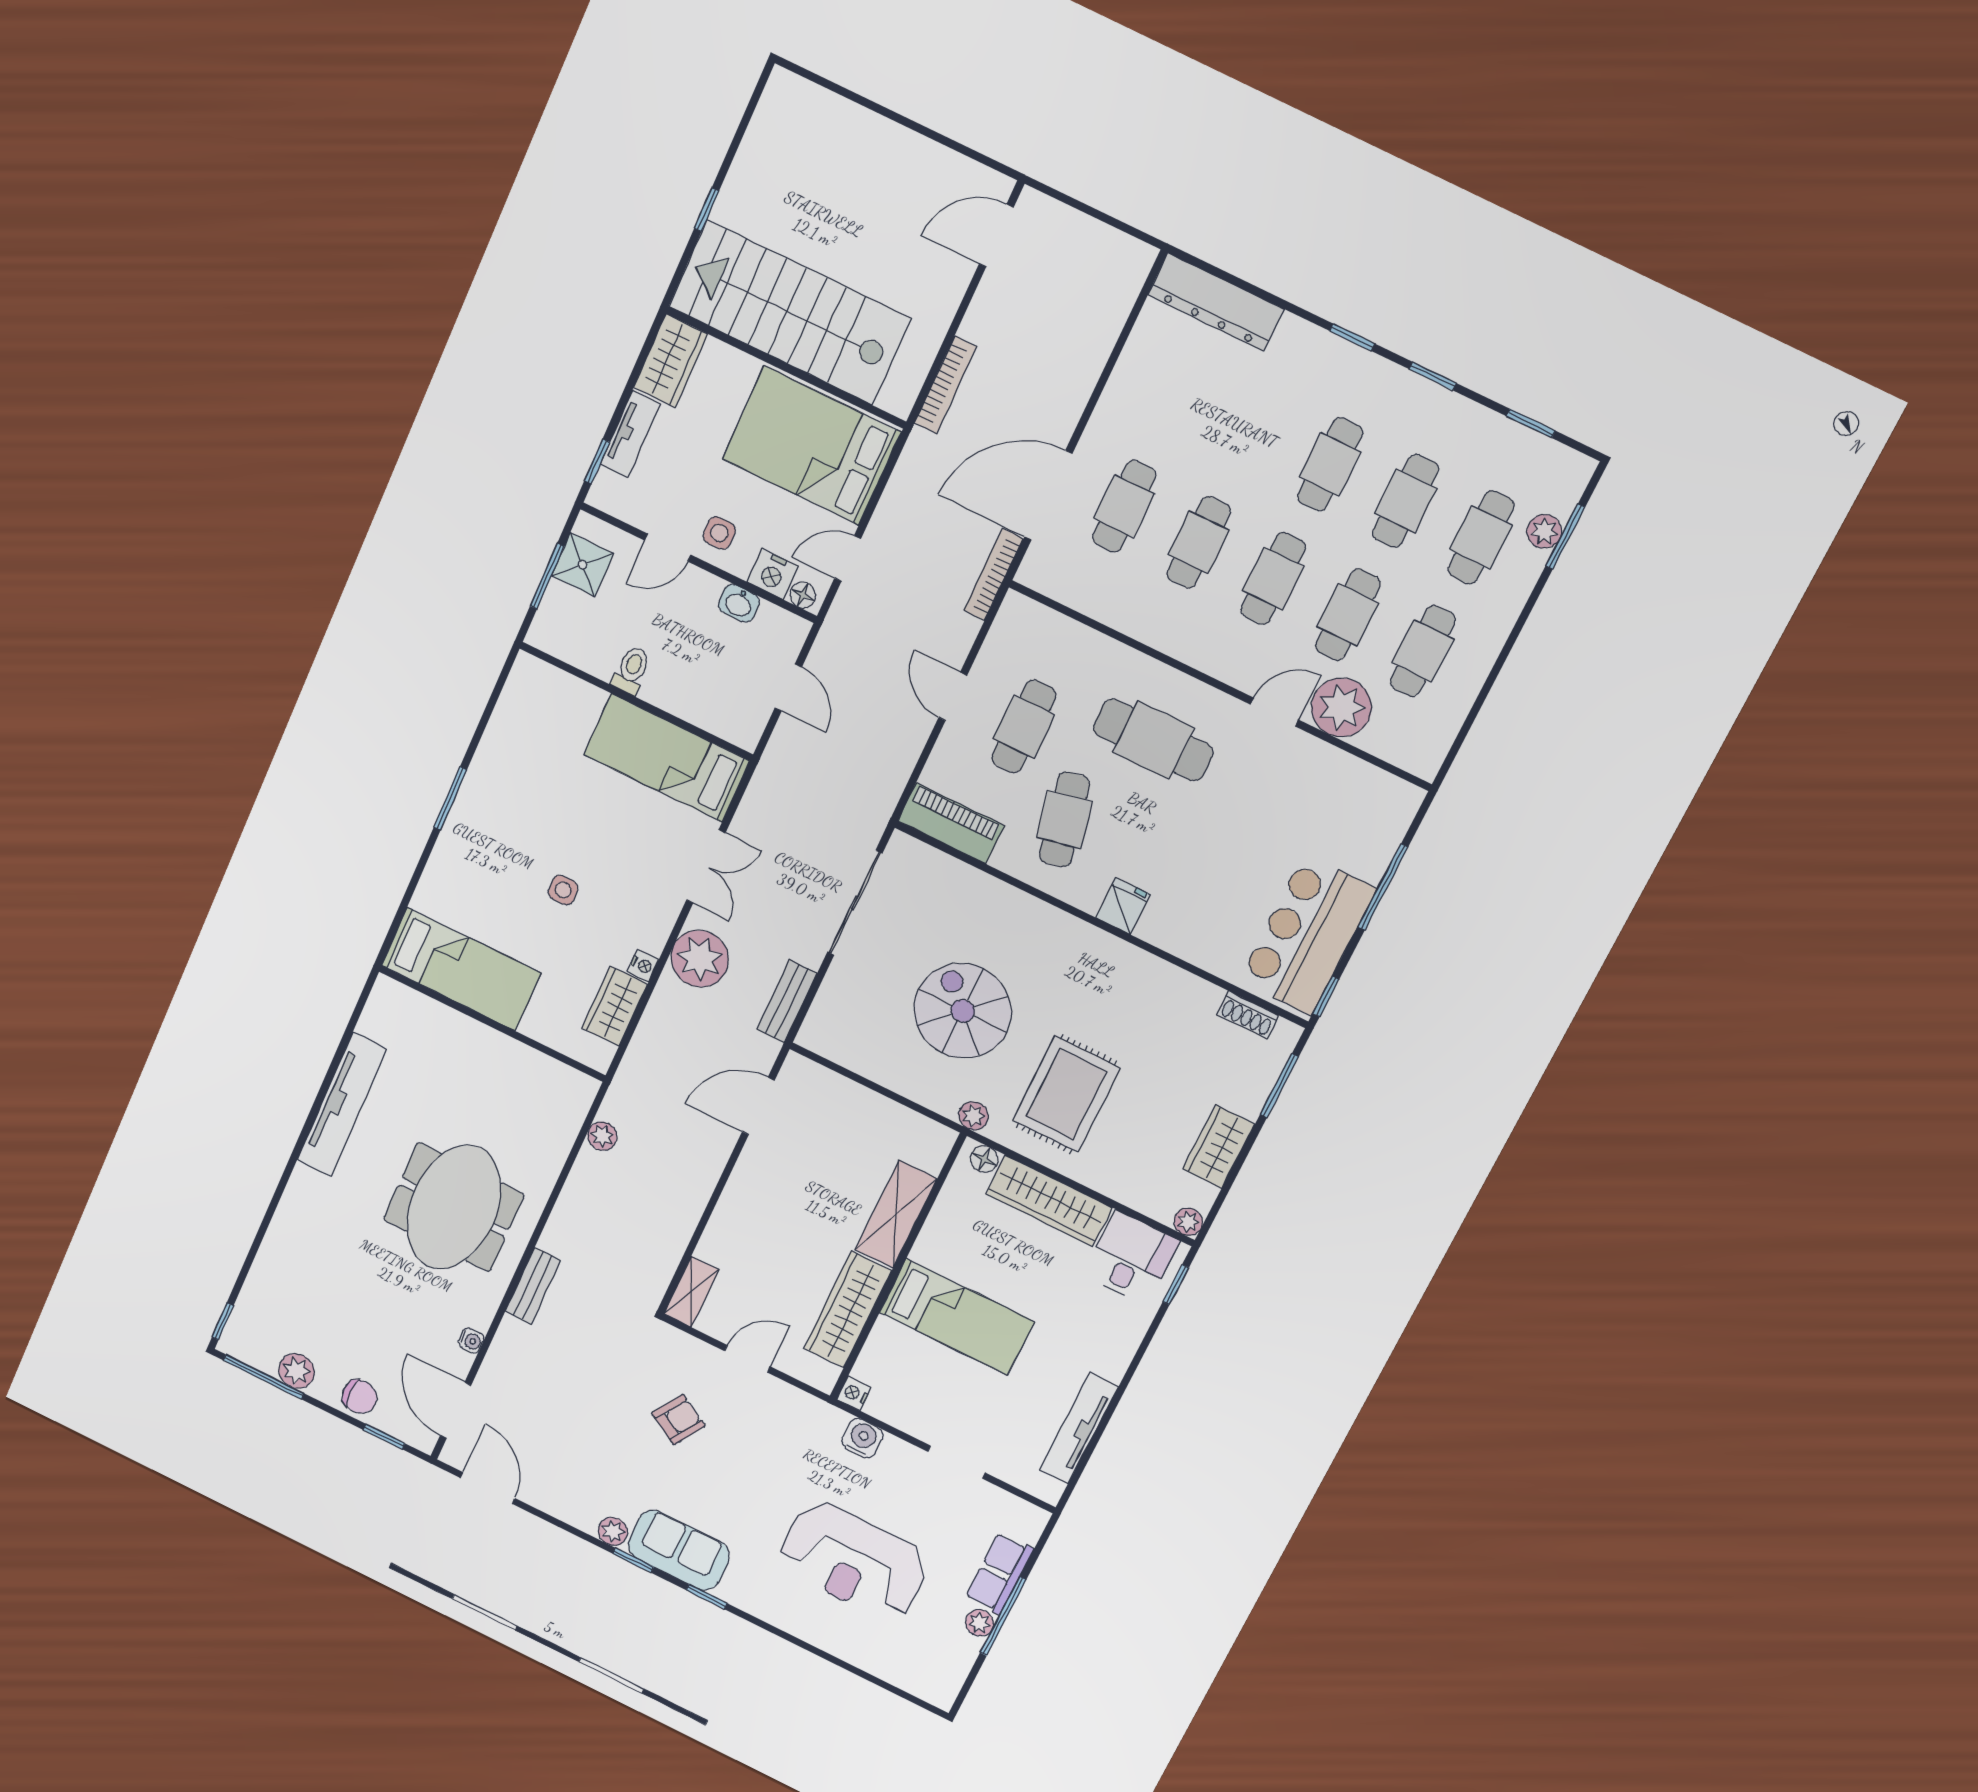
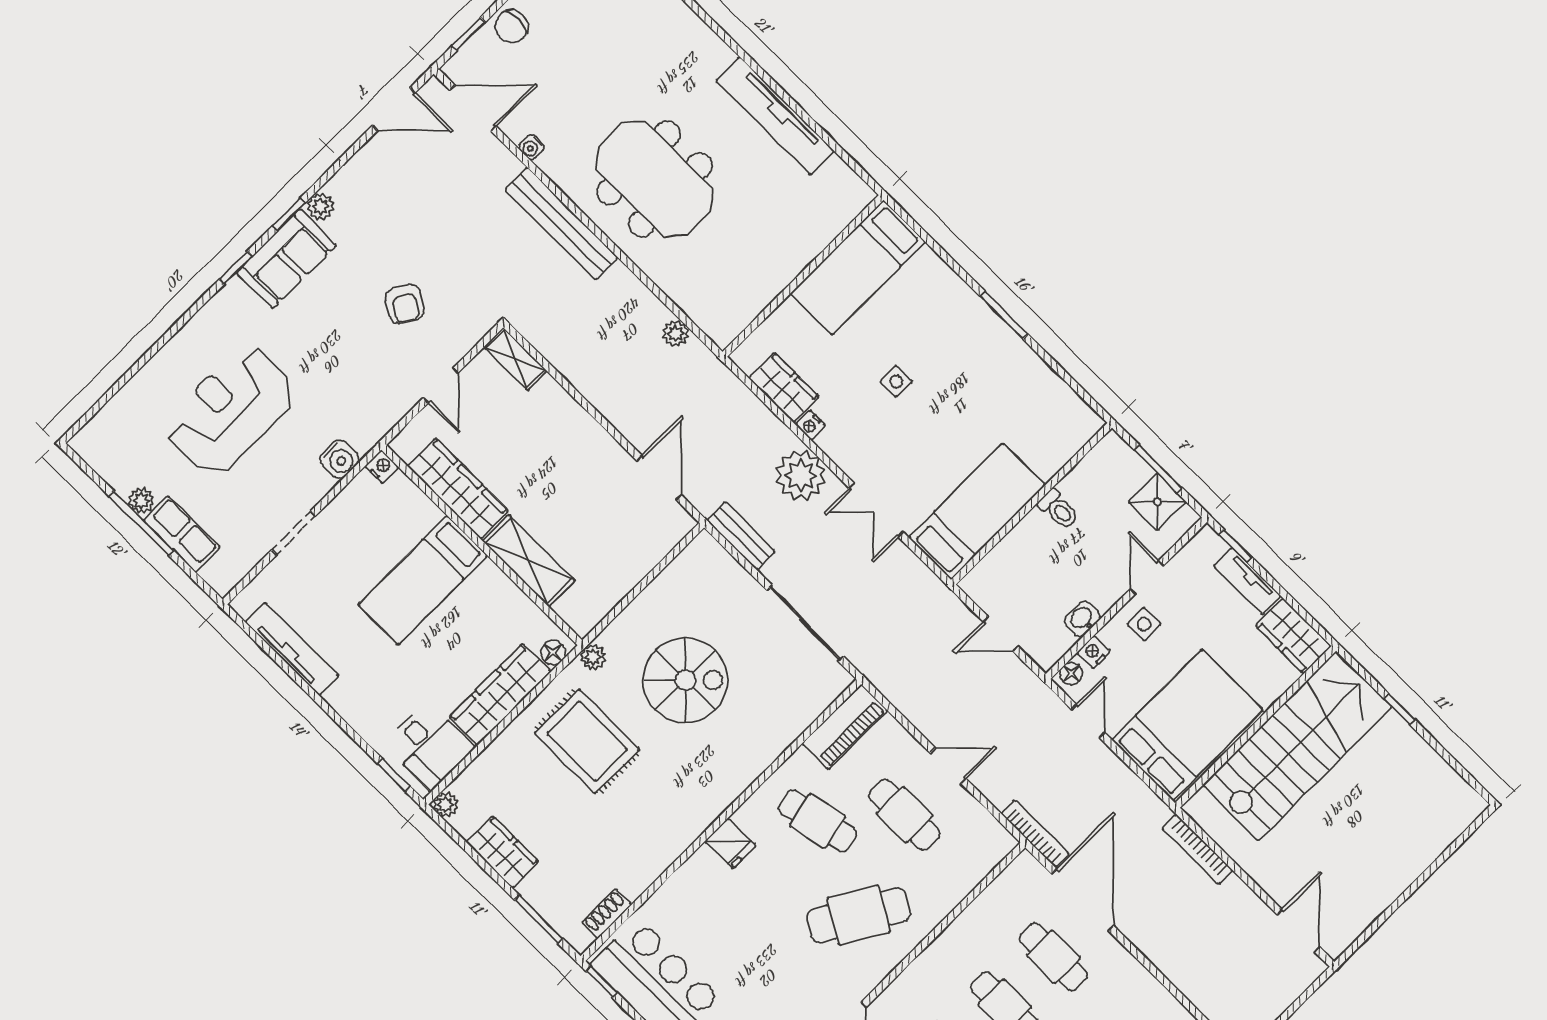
nightstand: (772, 574) -> (1093, 652), width x0.72, depth x0.74
cafe table: (1153, 740) -> (859, 915), turned 31
bench: (533, 1286) -> (561, 223), width x1.86, depth x1.21

